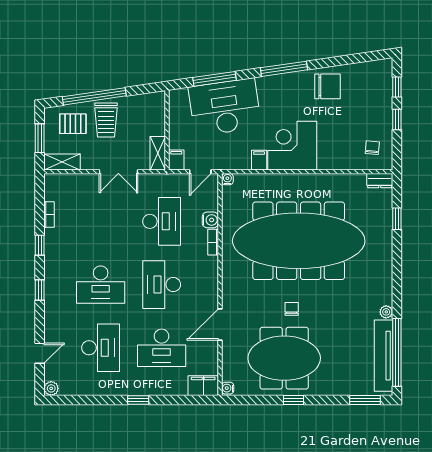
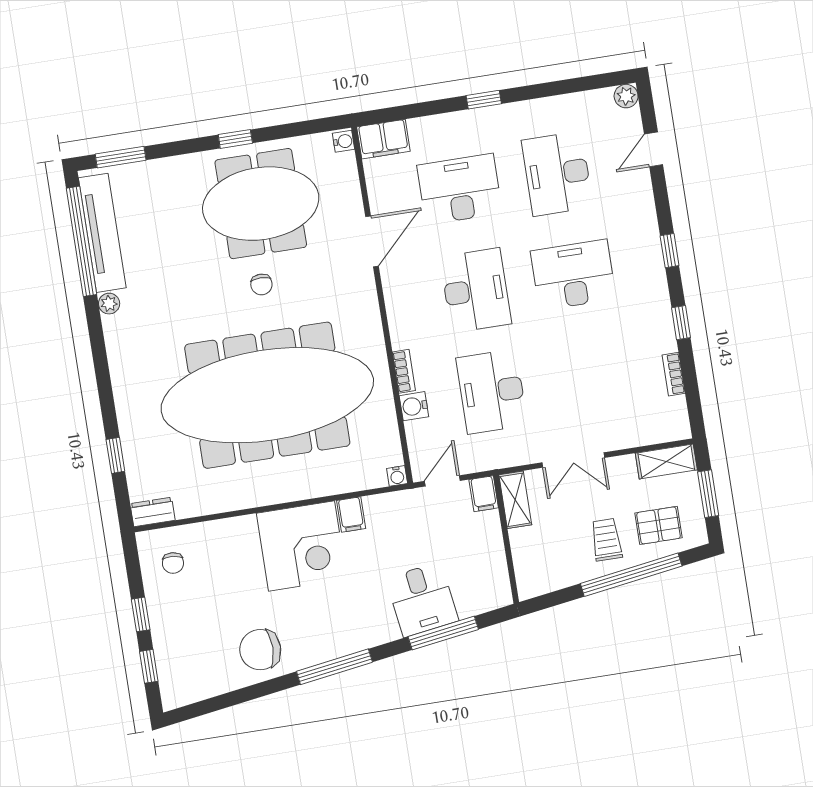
desk: (225, 107) -> (422, 599), width x0.53, depth x0.77
trolley: (106, 120) -> (606, 540), width x0.73, depth x0.72
double door: (118, 172) -> (573, 460), swing flipped

